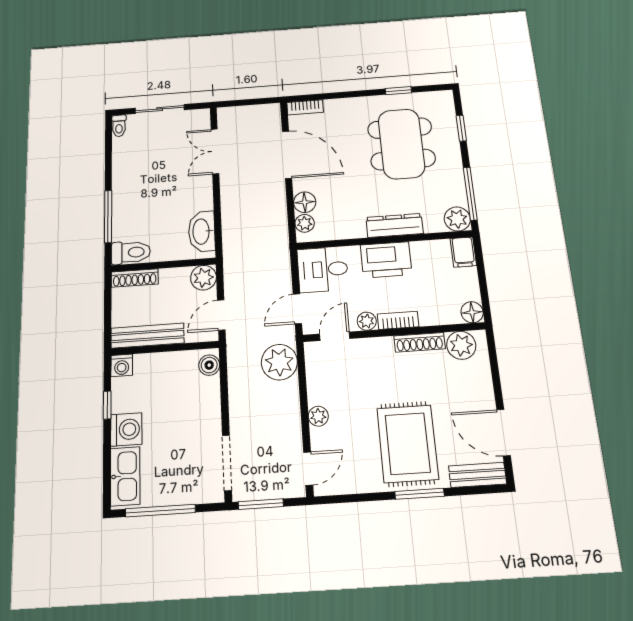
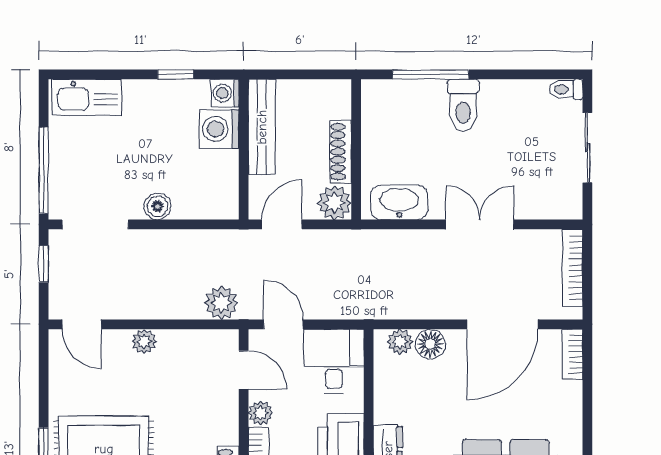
bookcase: (244, 112) -> (573, 268), added
double door: (215, 151) -> (480, 224), moved
toilet: (131, 252) -> (463, 105), moved
shoe rack: (135, 278) -> (341, 152), moved
door: (221, 315) -> (282, 224), hinge flipped
plant: (279, 362) -> (221, 303), width x0.73, depth x0.73
boiler: (209, 365) -> (157, 206), moved
washing machine: (126, 429) -> (219, 129), moved, turned 90
window: (261, 504) -> (44, 264), width x0.67
window: (160, 511) -> (44, 170), moved

